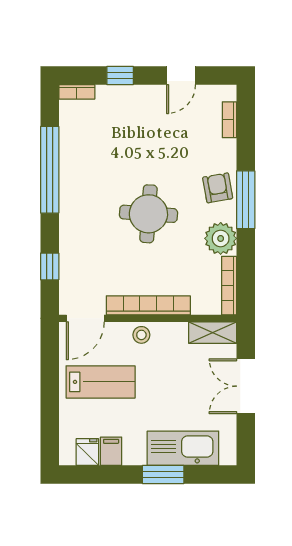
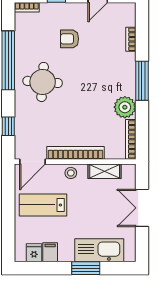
bookcase: (229, 120) -> (131, 39), moved
armchair: (218, 188) -> (70, 39), moved, turned -80
round table: (148, 214) -> (43, 82), moved
shelving: (213, 333) -> (105, 171), moved
lab bench: (101, 382) -> (43, 205), turned 180

